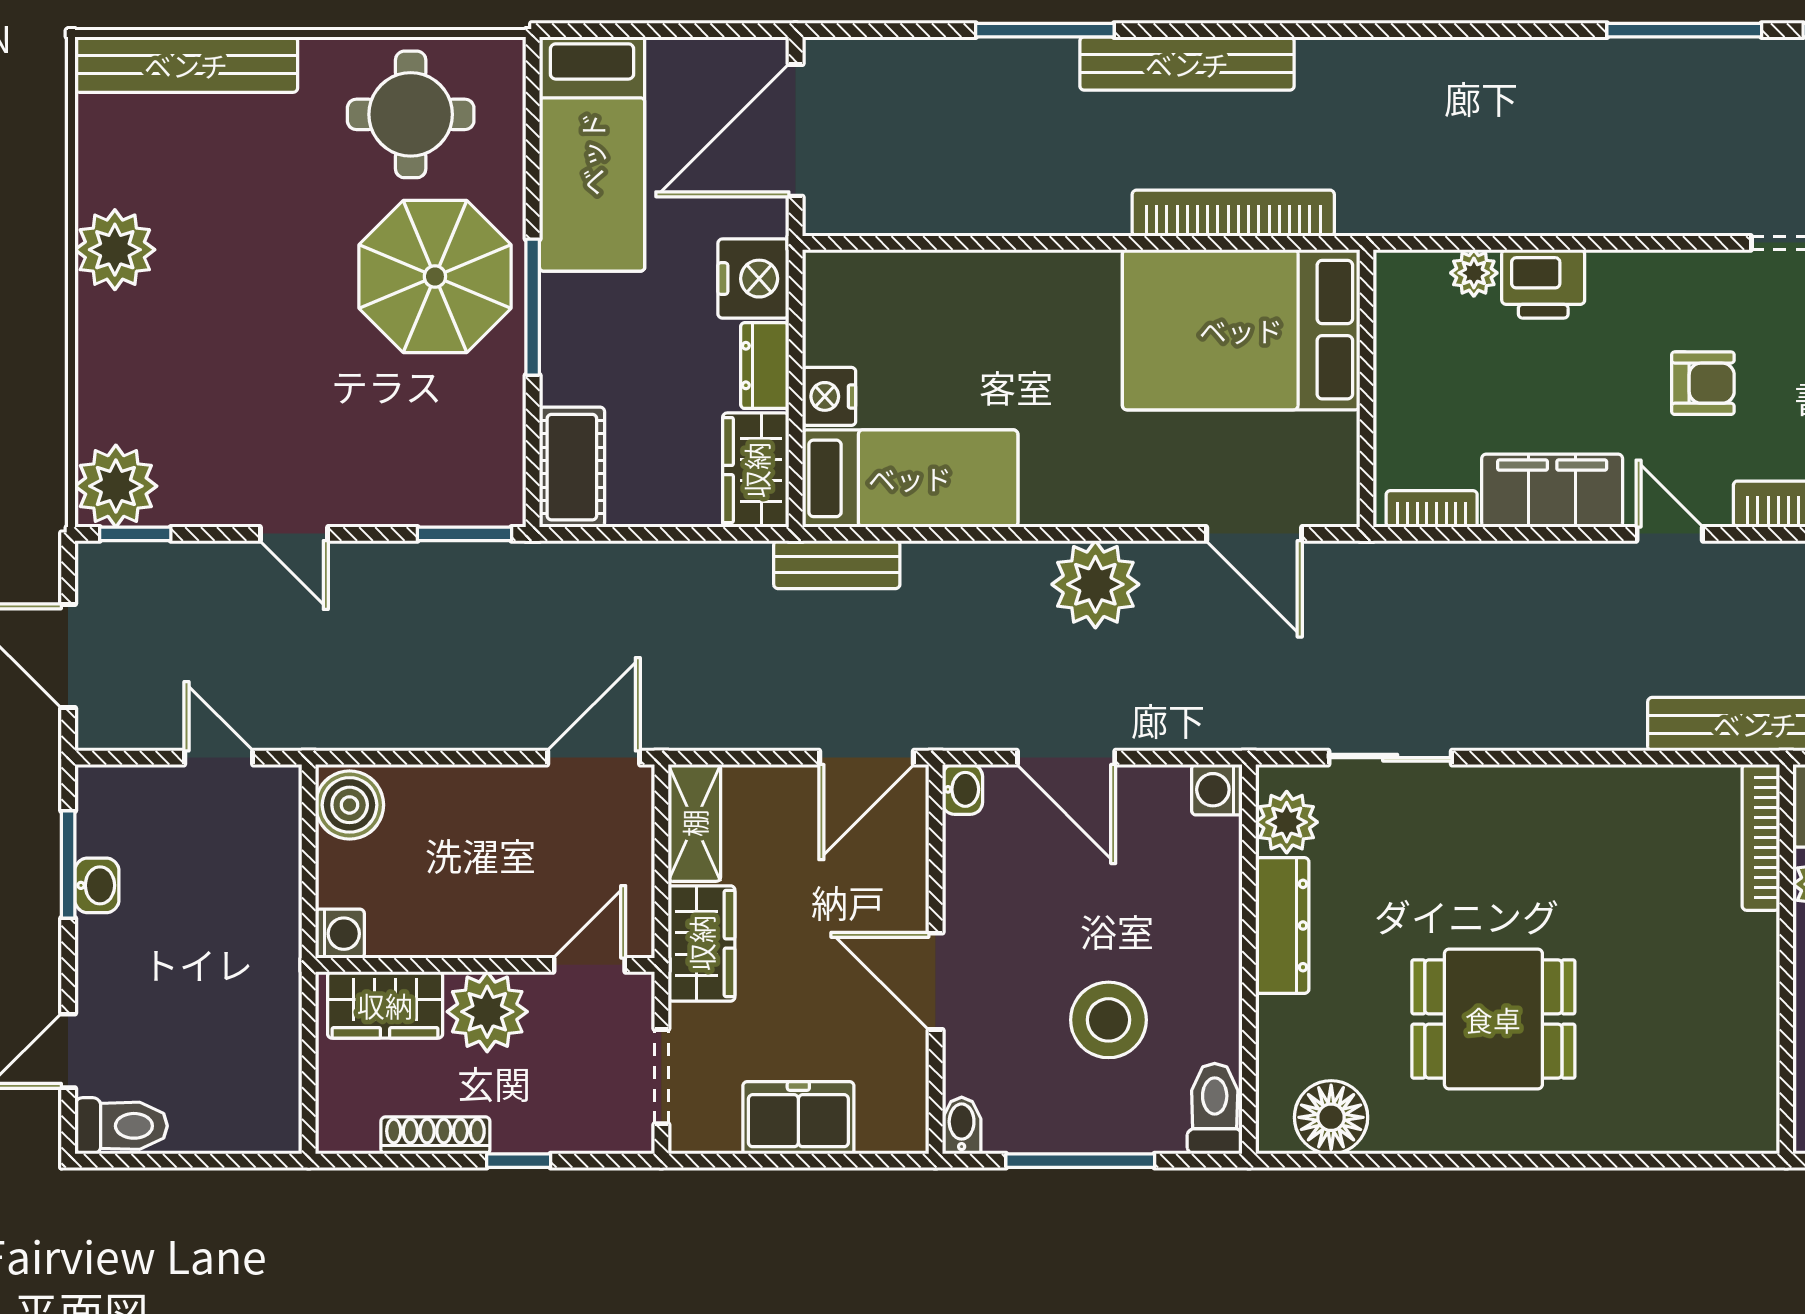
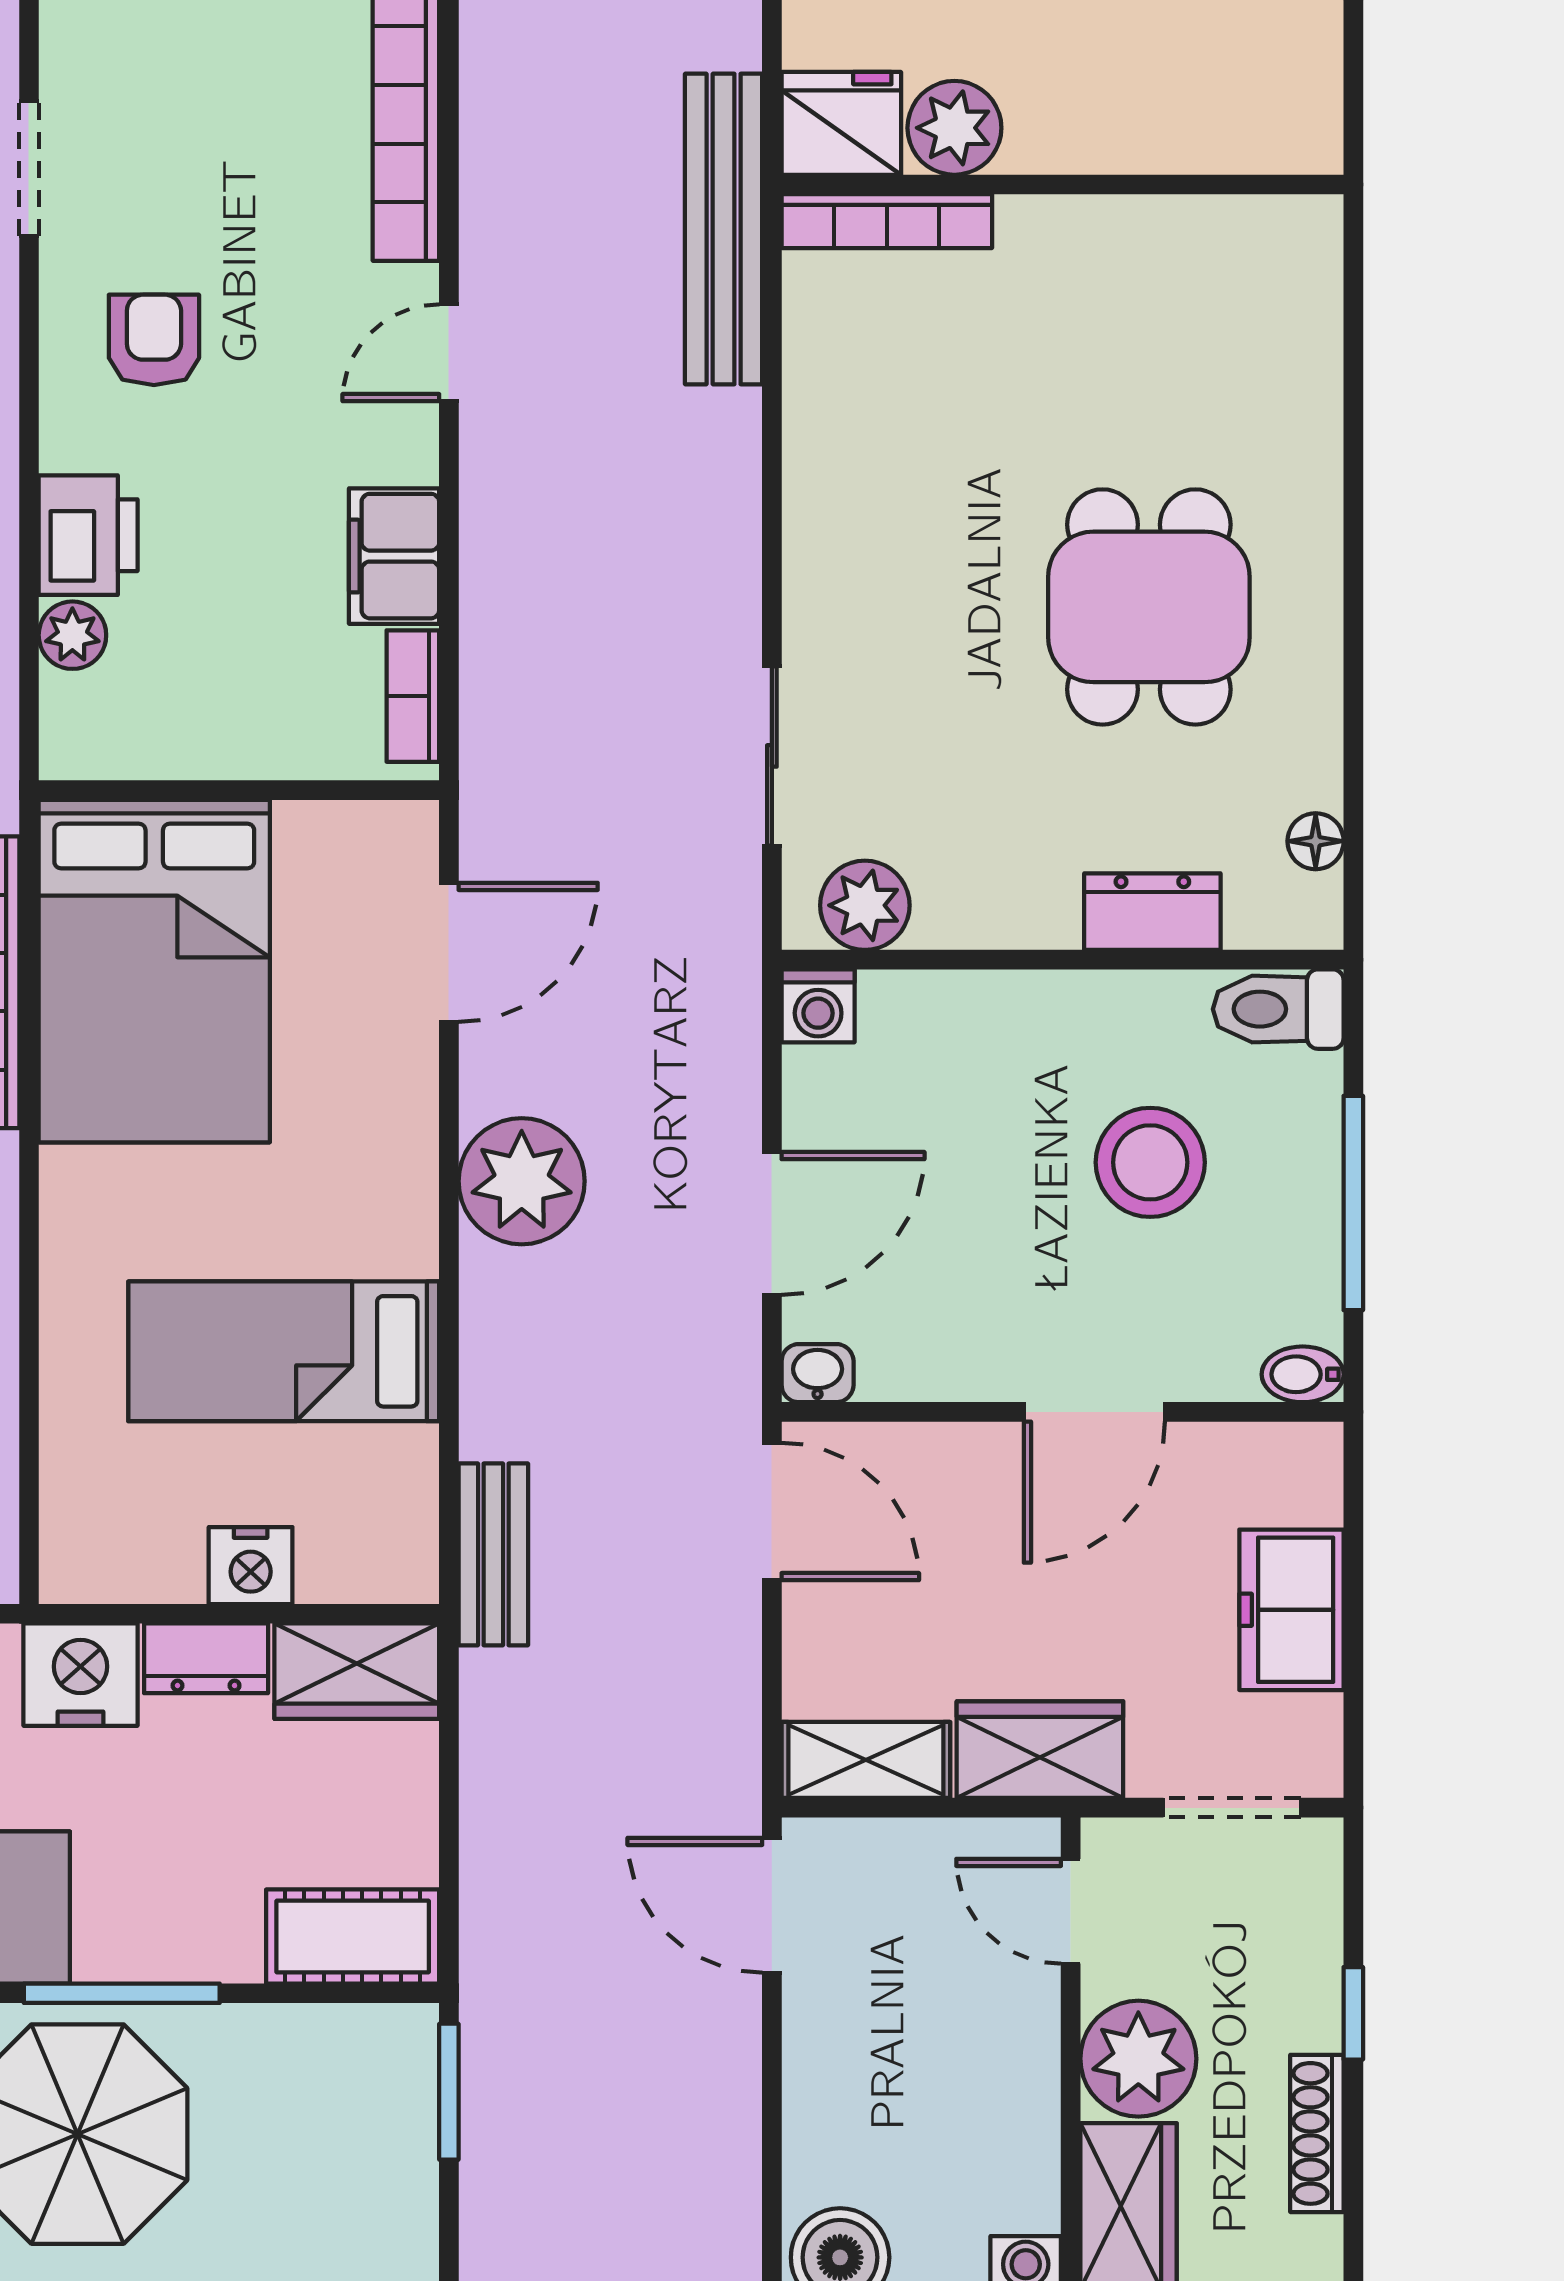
armchair: (1703, 383) -> (154, 340), moved
bed: (910, 478) -> (284, 1351), moved, turned -90
filing cabinet: (1552, 491) -> (394, 556), width x0.67, depth x0.86
dresser: (1282, 926) -> (1152, 912), moved, width x0.70
floor lamp: (1331, 1117) -> (1316, 841), width x0.53, depth x0.53

